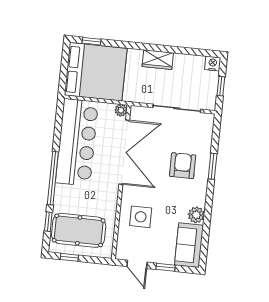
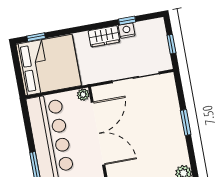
window: (185, 51) -> (127, 21), added
nightstand: (213, 64) -> (127, 31), moved
armchair: (183, 166) -> (157, 130), removed

